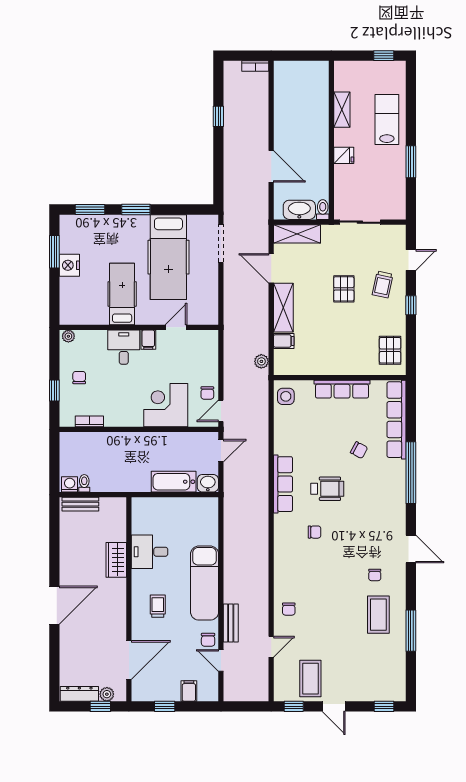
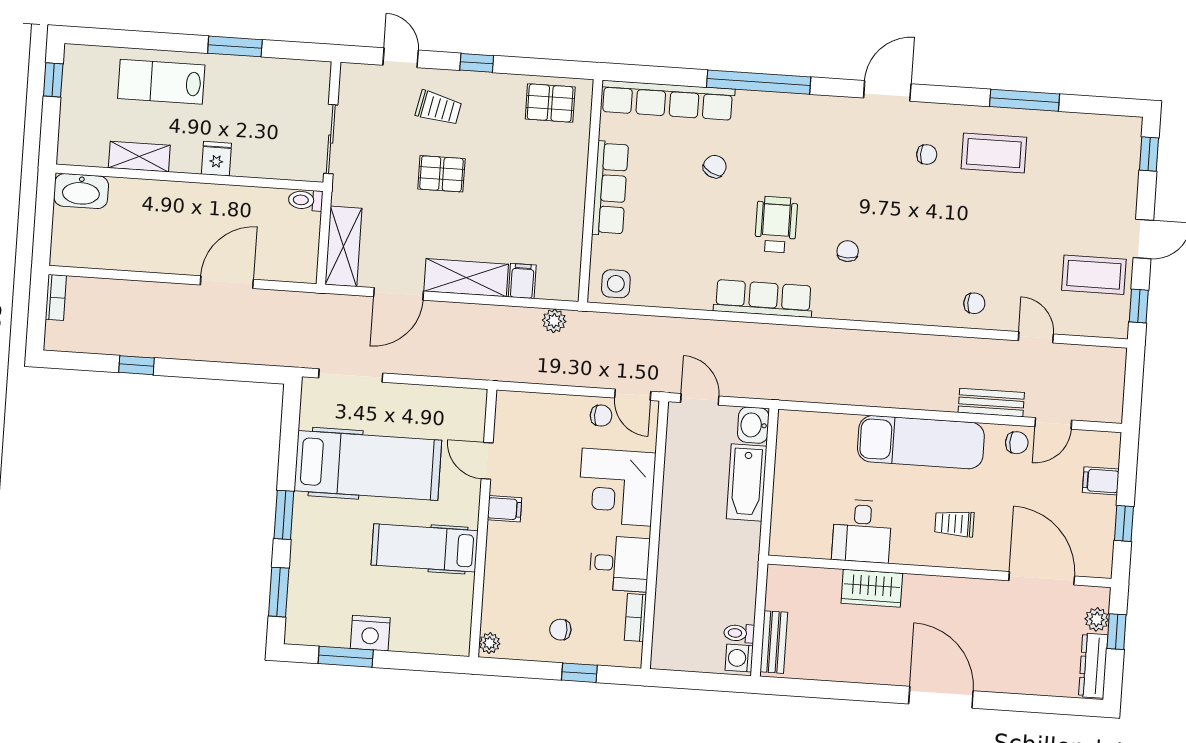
washbasin: (299, 210) -> (81, 191), moved, turned -90
desk: (124, 347) -> (619, 563), moved, turned 180

